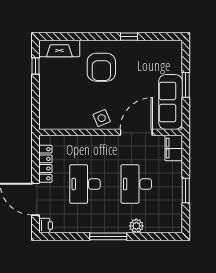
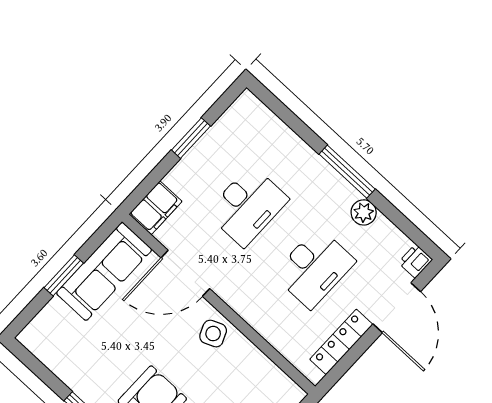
plant: (136, 226) -> (364, 212), moved

